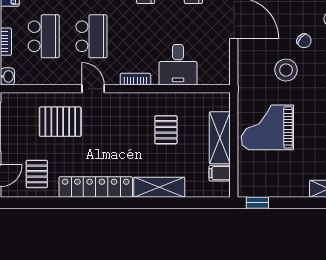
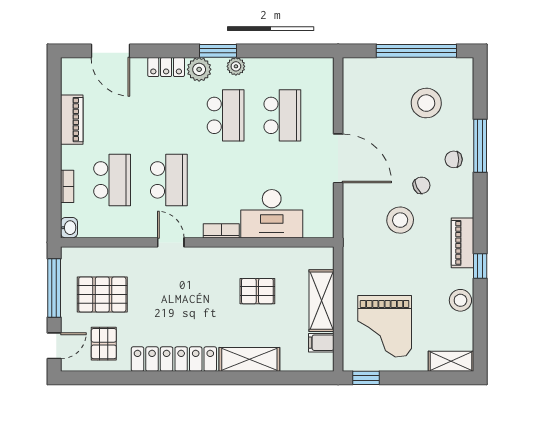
chair: (304, 41) -> (421, 185), turned -67
desk: (178, 65) -> (272, 214), width x1.37
pallet: (60, 122) -> (102, 294), moved
grand piano: (267, 127) -> (385, 326), moved, turned -90
pallet: (166, 130) -> (257, 291), turned 90

